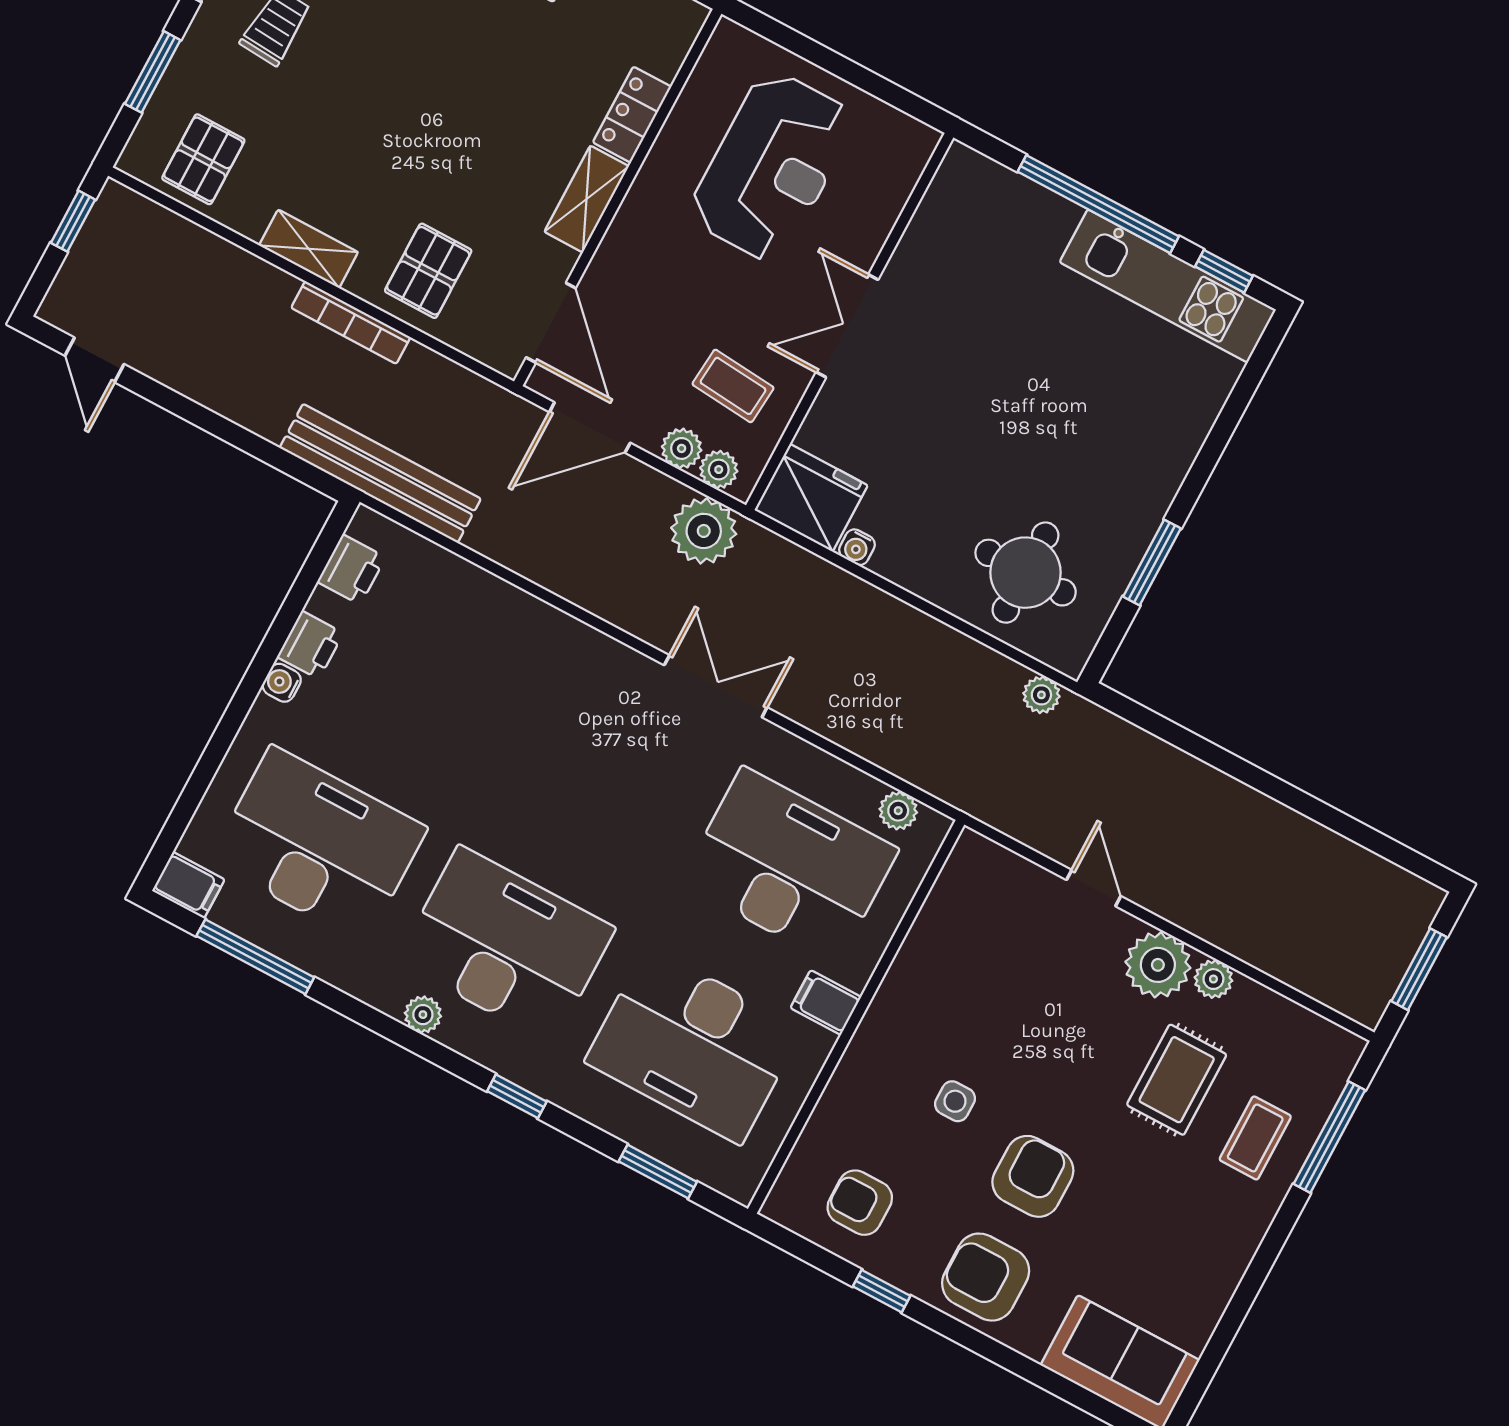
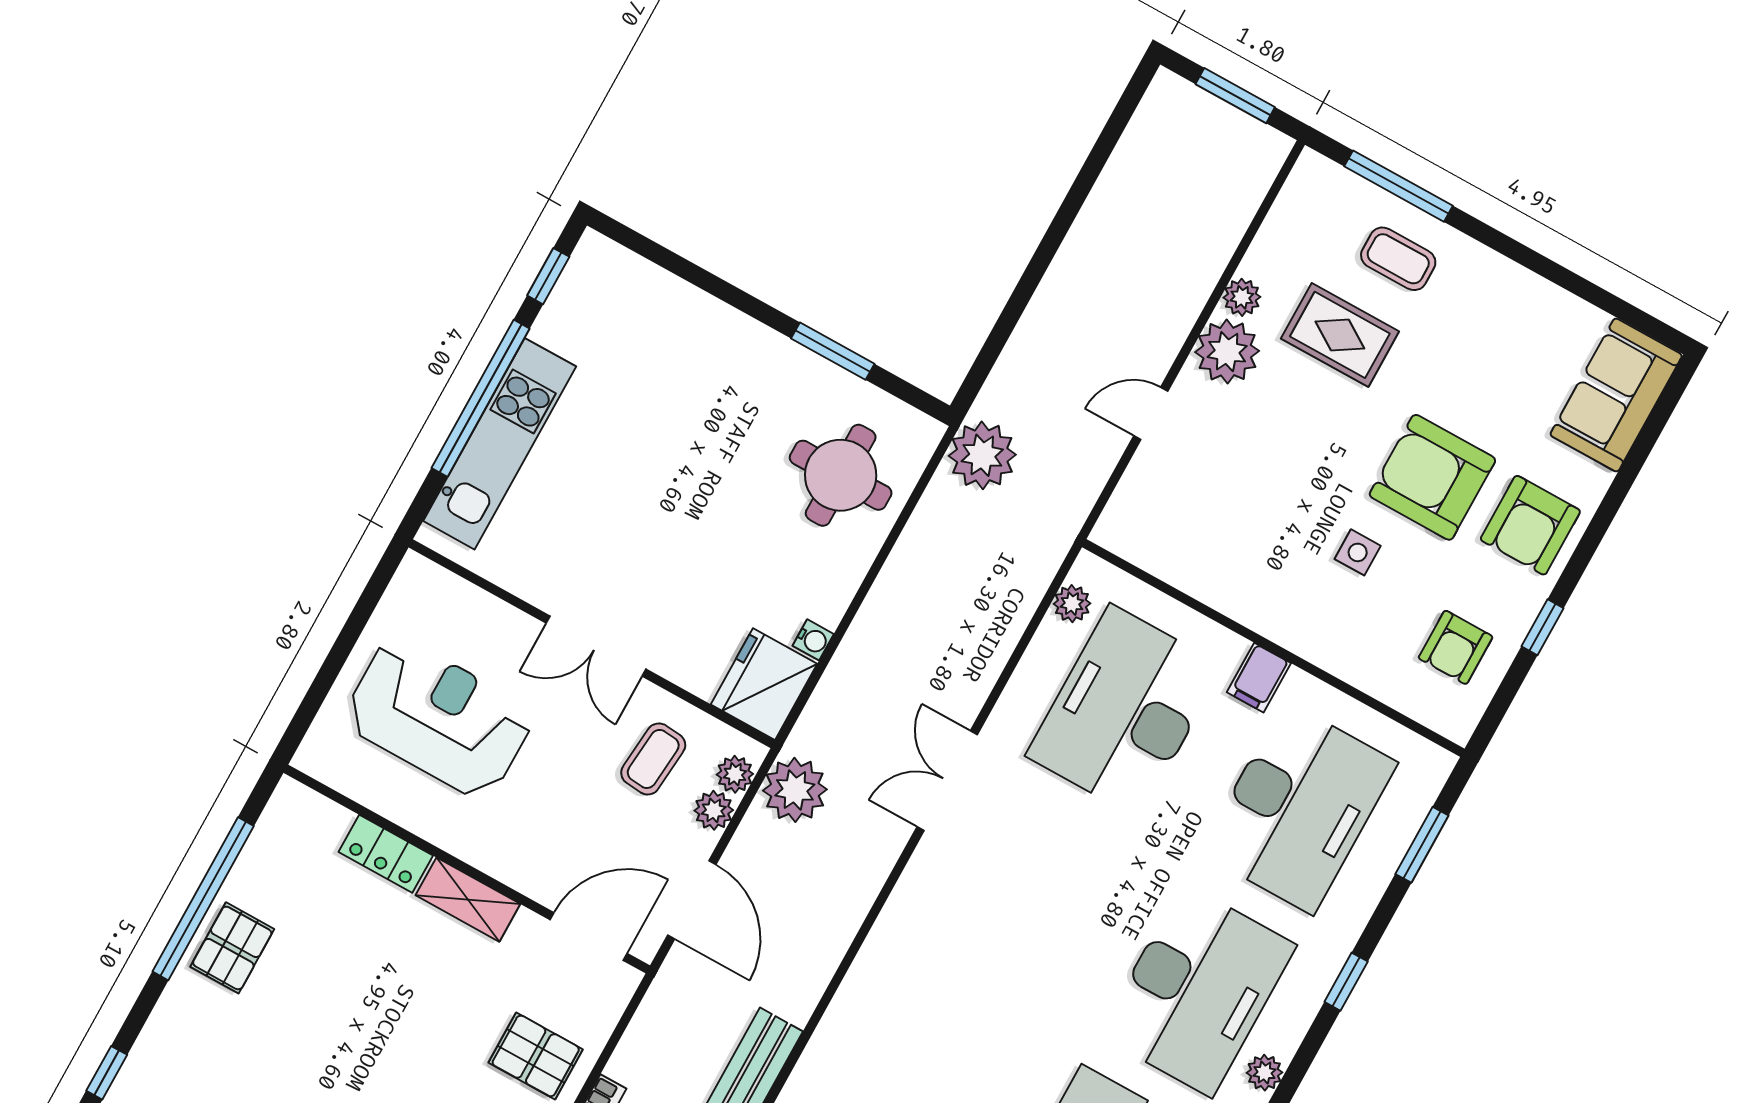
kitchen unit: (1168, 286) -> (500, 444), moved
plant: (1041, 695) -> (982, 455), width x1.87, depth x1.87
desk: (506, 945) -> (1198, 990), turned 180
armchair: (1033, 1176) -> (1432, 477), width x1.36, depth x1.36

